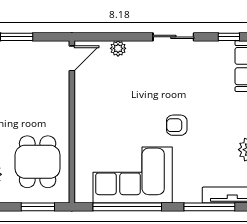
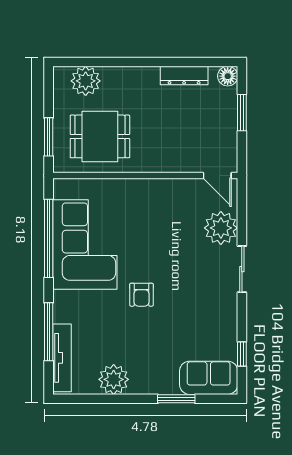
sliding door: (173, 37) -> (242, 269), moved
plant: (118, 48) -> (221, 228), width x1.87, depth x1.87
armchair: (177, 125) -> (141, 295), turned 180

